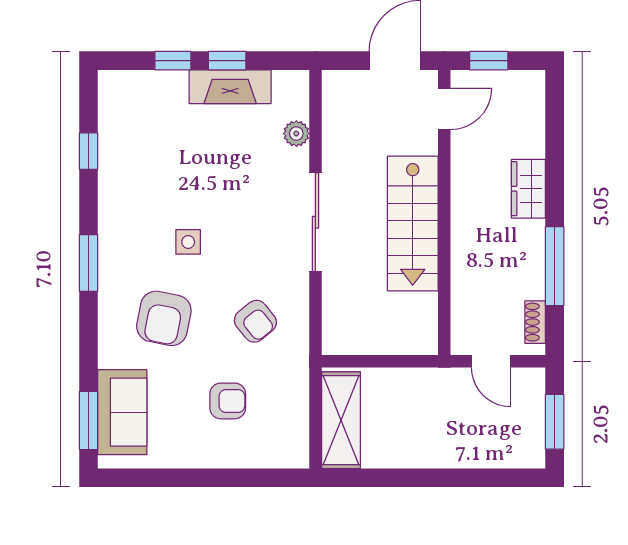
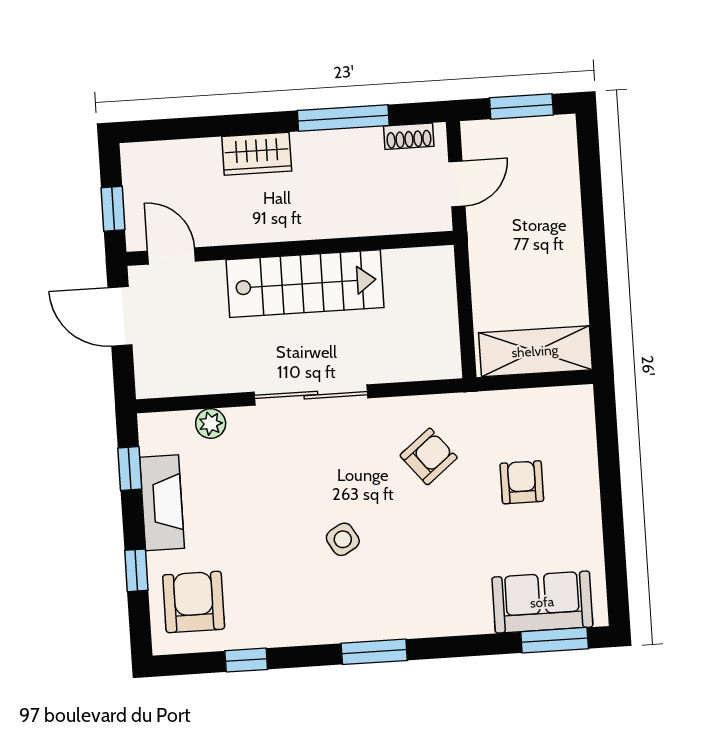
window: (227, 61) -> (130, 469), moved
side table: (188, 242) -> (343, 539), turned -30
armchair: (164, 318) -> (194, 602), moved, turned -101

